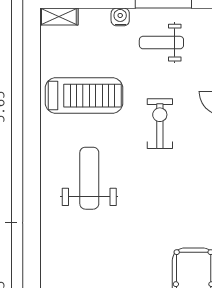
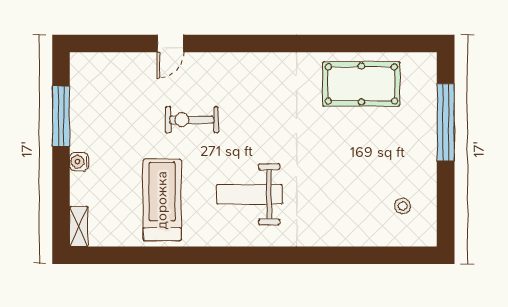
weight bench: (161, 43) -> (106, 118), removed

